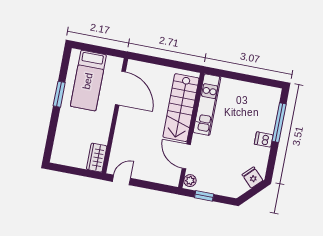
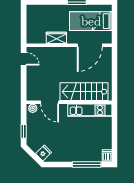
dishwasher: (264, 140) -> (107, 156), moved
door: (186, 156) -> (50, 102), swing flipped
wardrobe: (97, 158) -> (56, 38), moved
window: (204, 196) -> (24, 131), moved

